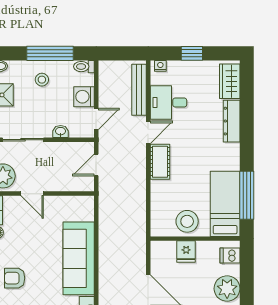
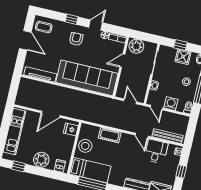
cot: (160, 162) -> (110, 135), moved
fridge: (186, 252) -> (71, 129), moved
sofa: (79, 258) -> (87, 78), width x1.36, depth x1.27

